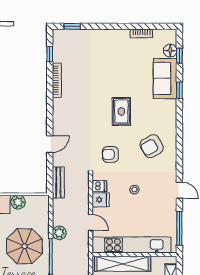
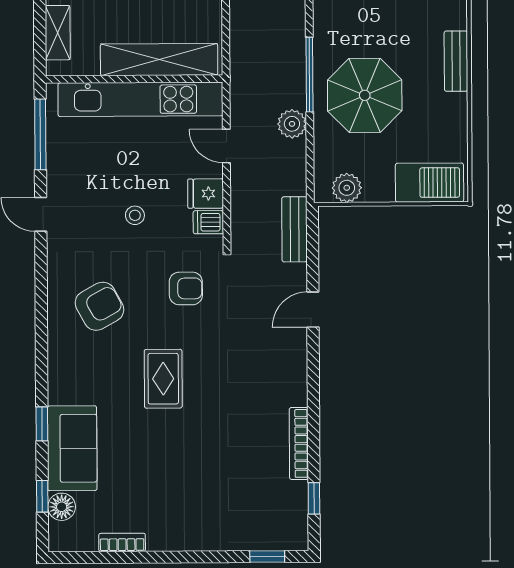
plant: (18, 202) -> (347, 188), moved

